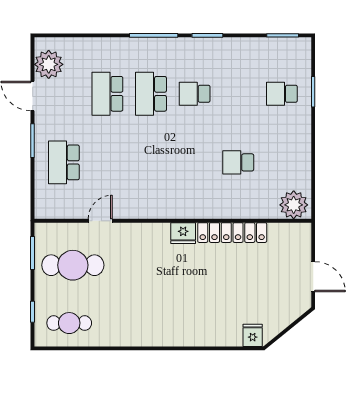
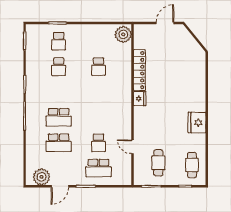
school desk: (195, 94) -> (59, 67), moved
school desk: (107, 162) -> (99, 143), added
cafe table: (73, 265) -> (158, 163), width x0.73, depth x0.74
fridge: (253, 335) -> (197, 123), moved, width x1.88, depth x1.34

